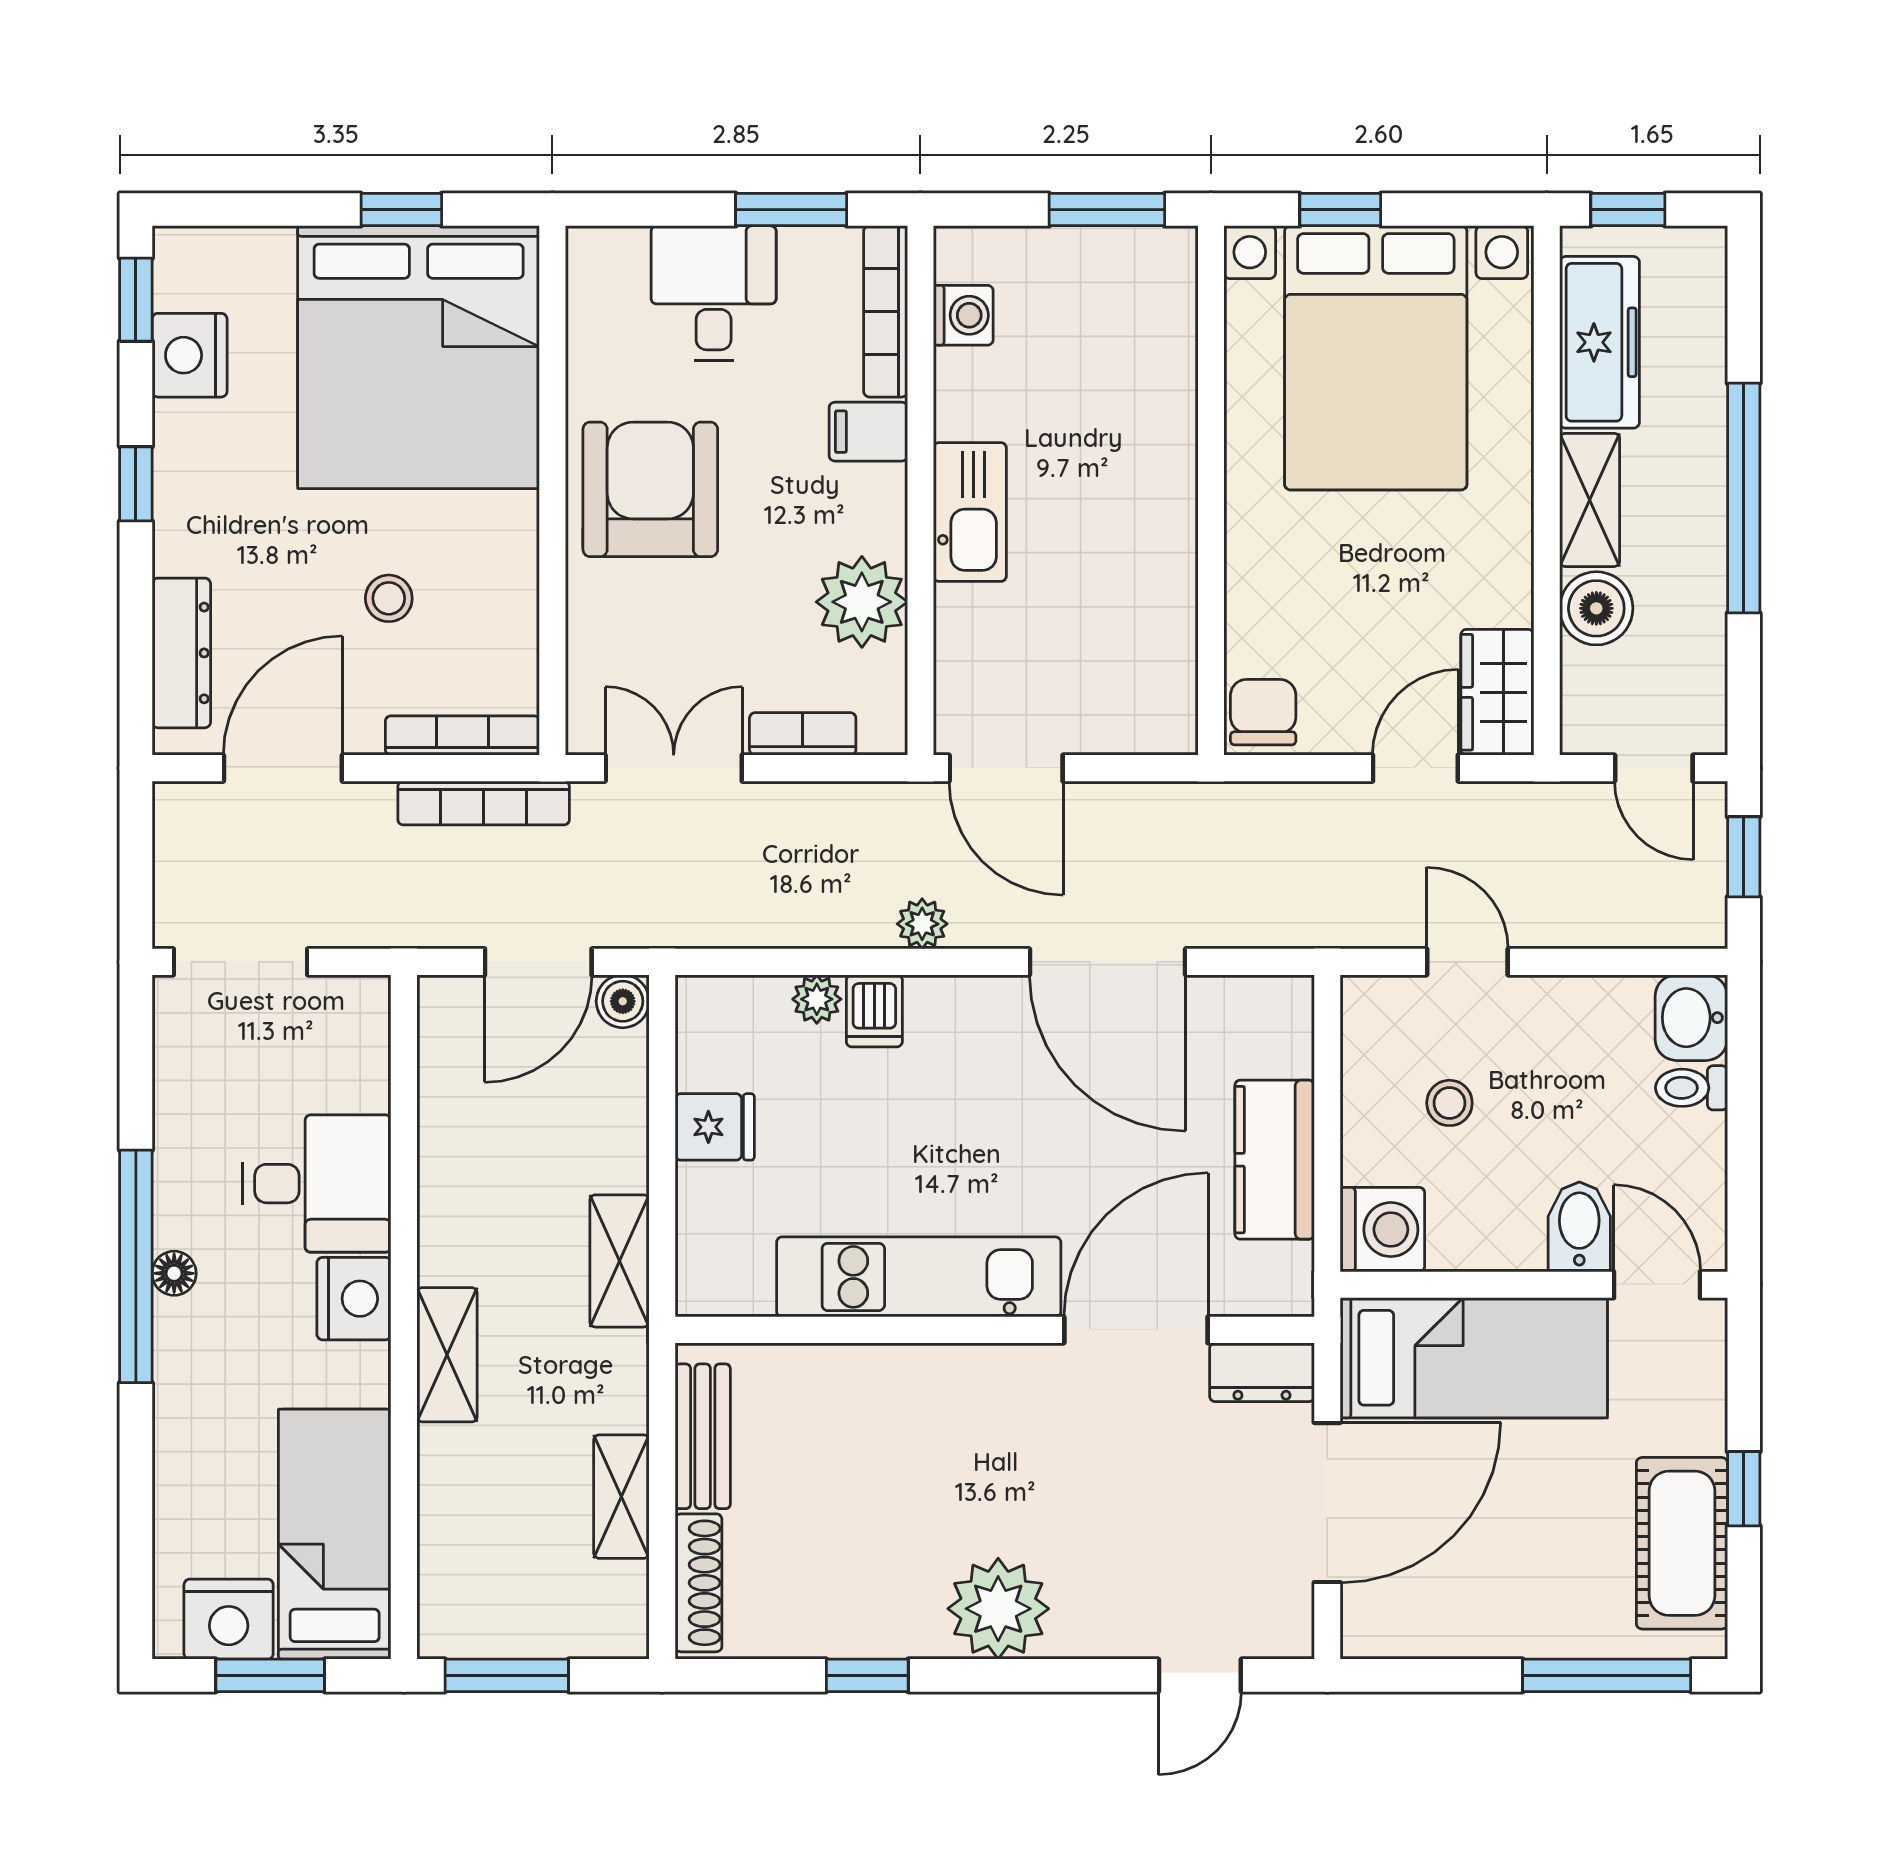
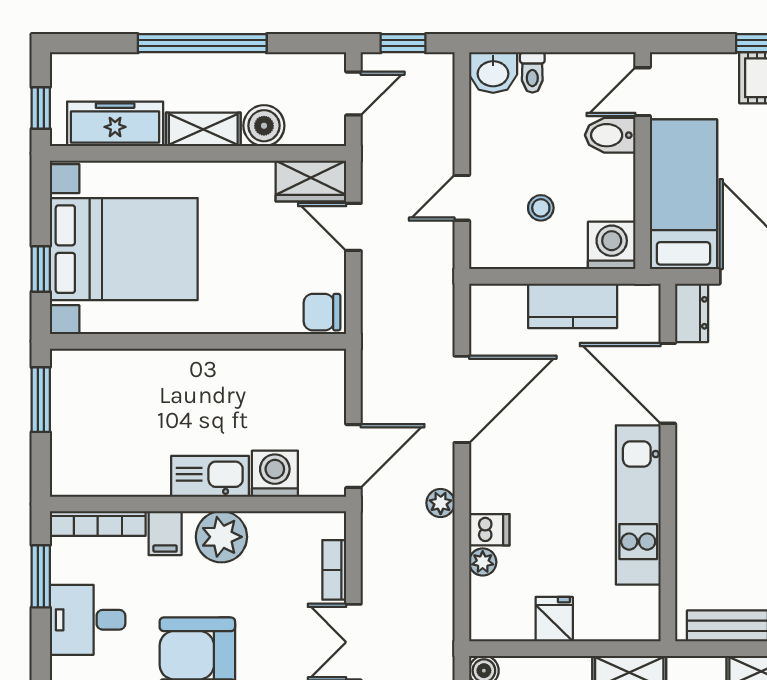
washing machine: (963, 315) -> (275, 474), moved, width x1.38, depth x1.38
plant: (862, 602) -> (221, 537), moved

